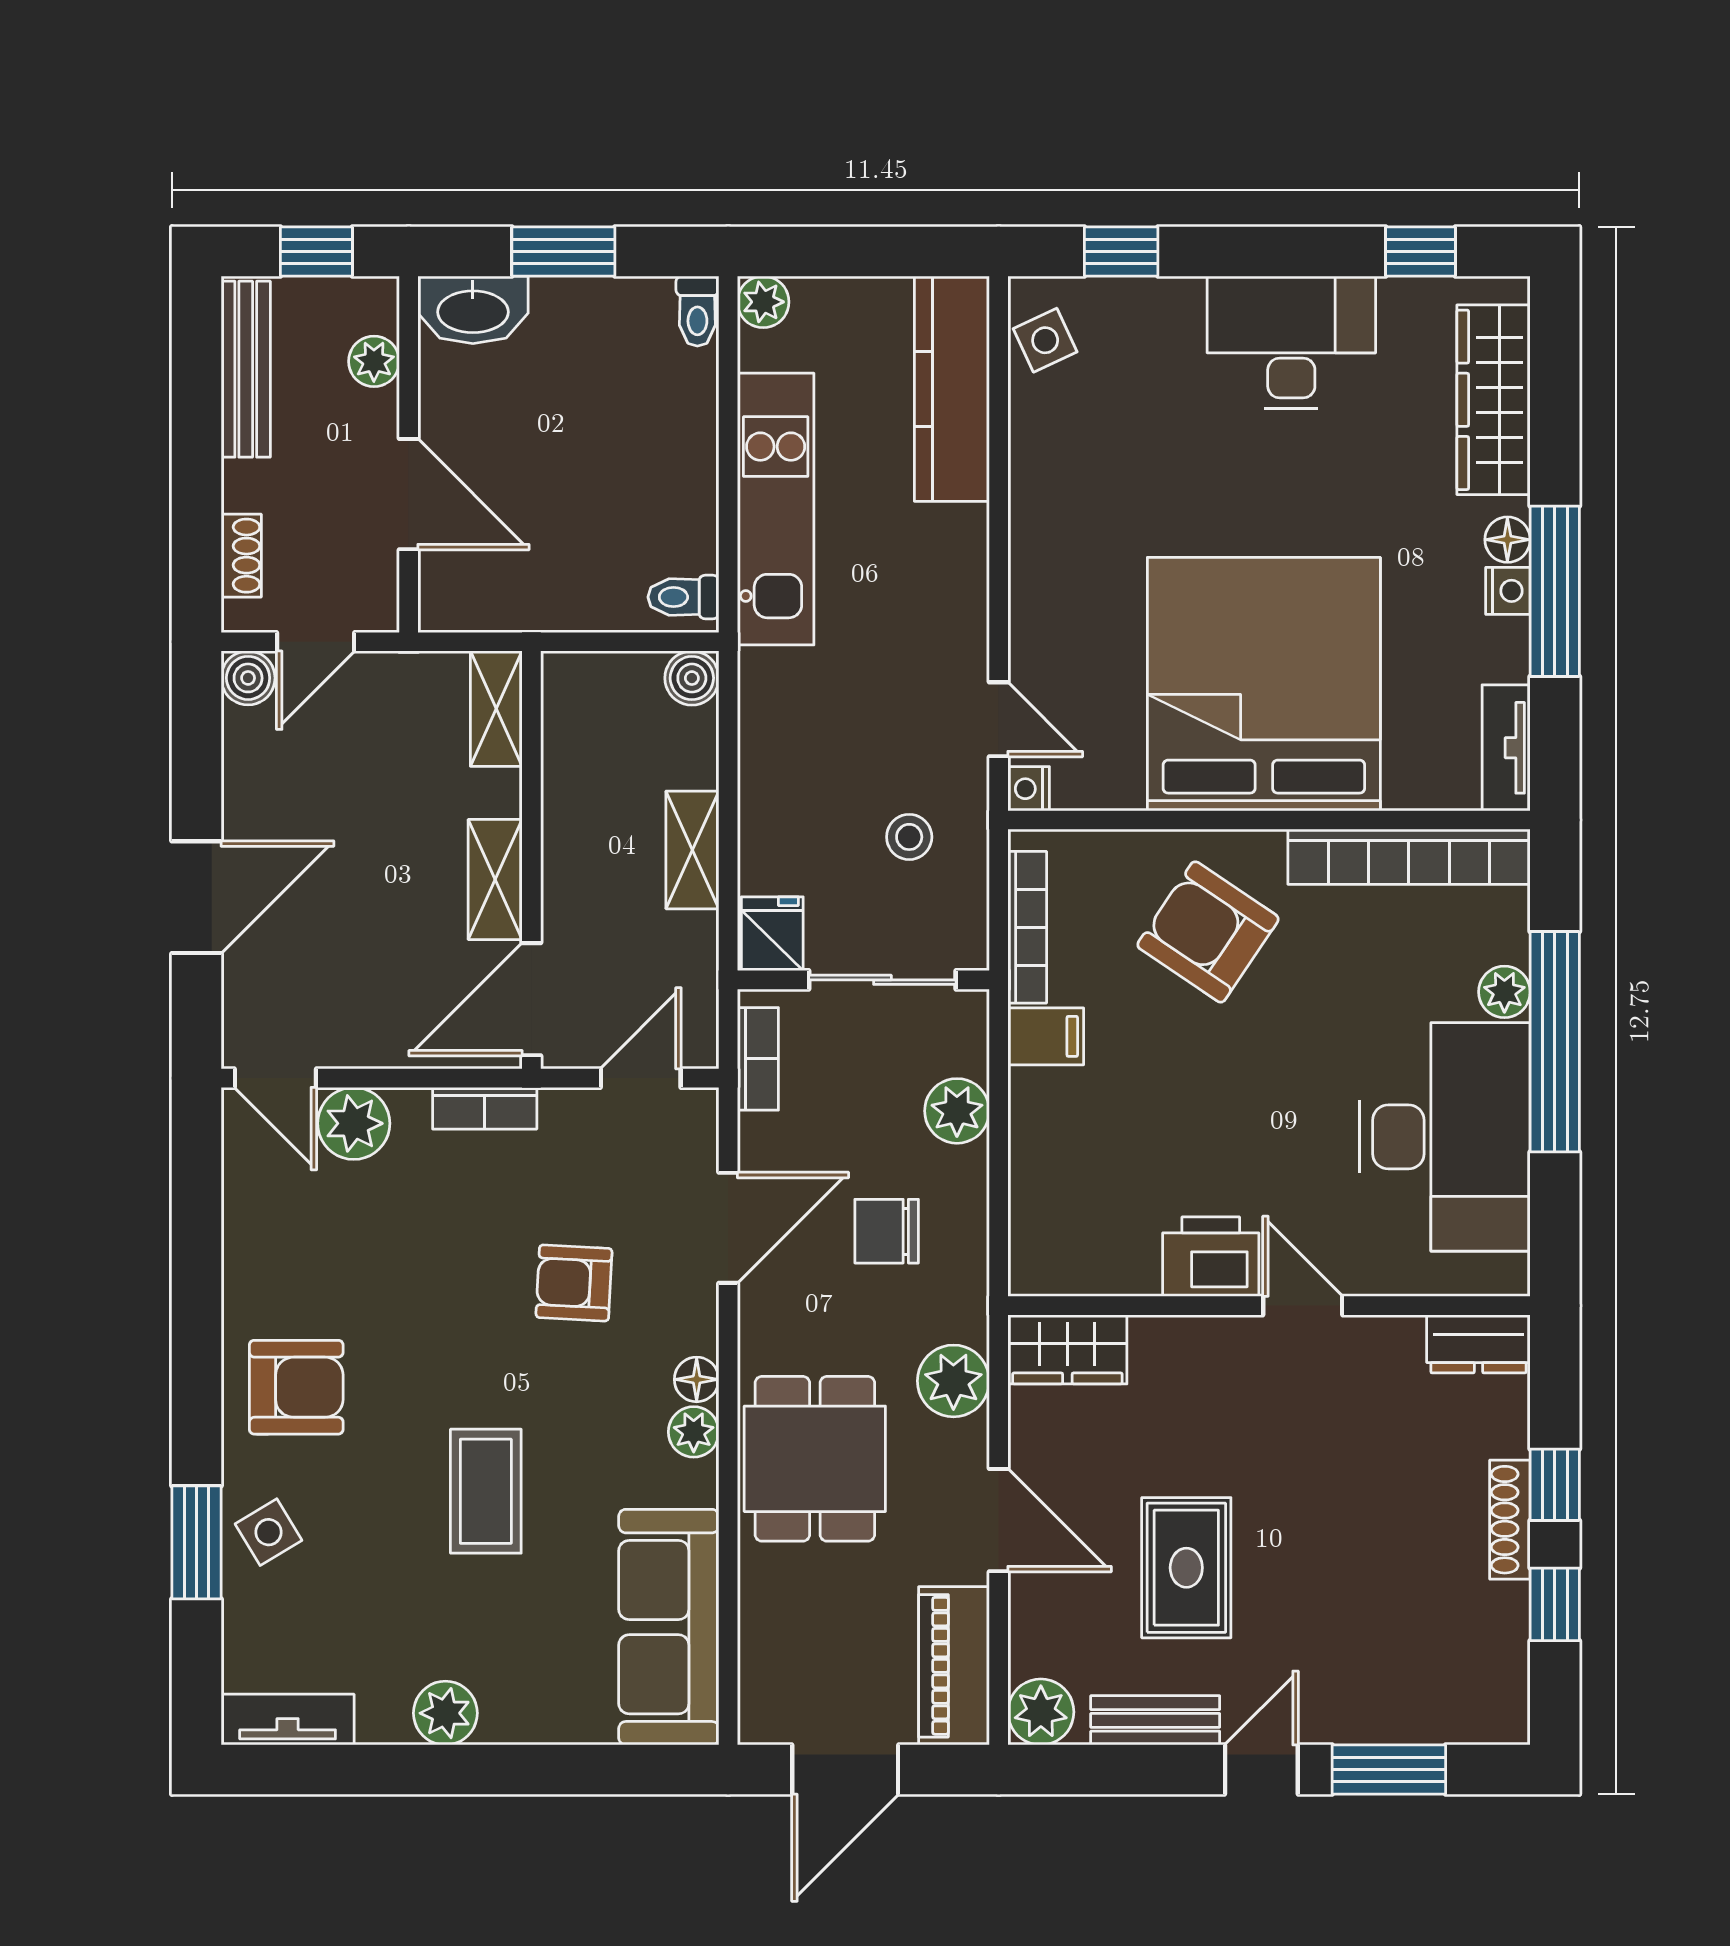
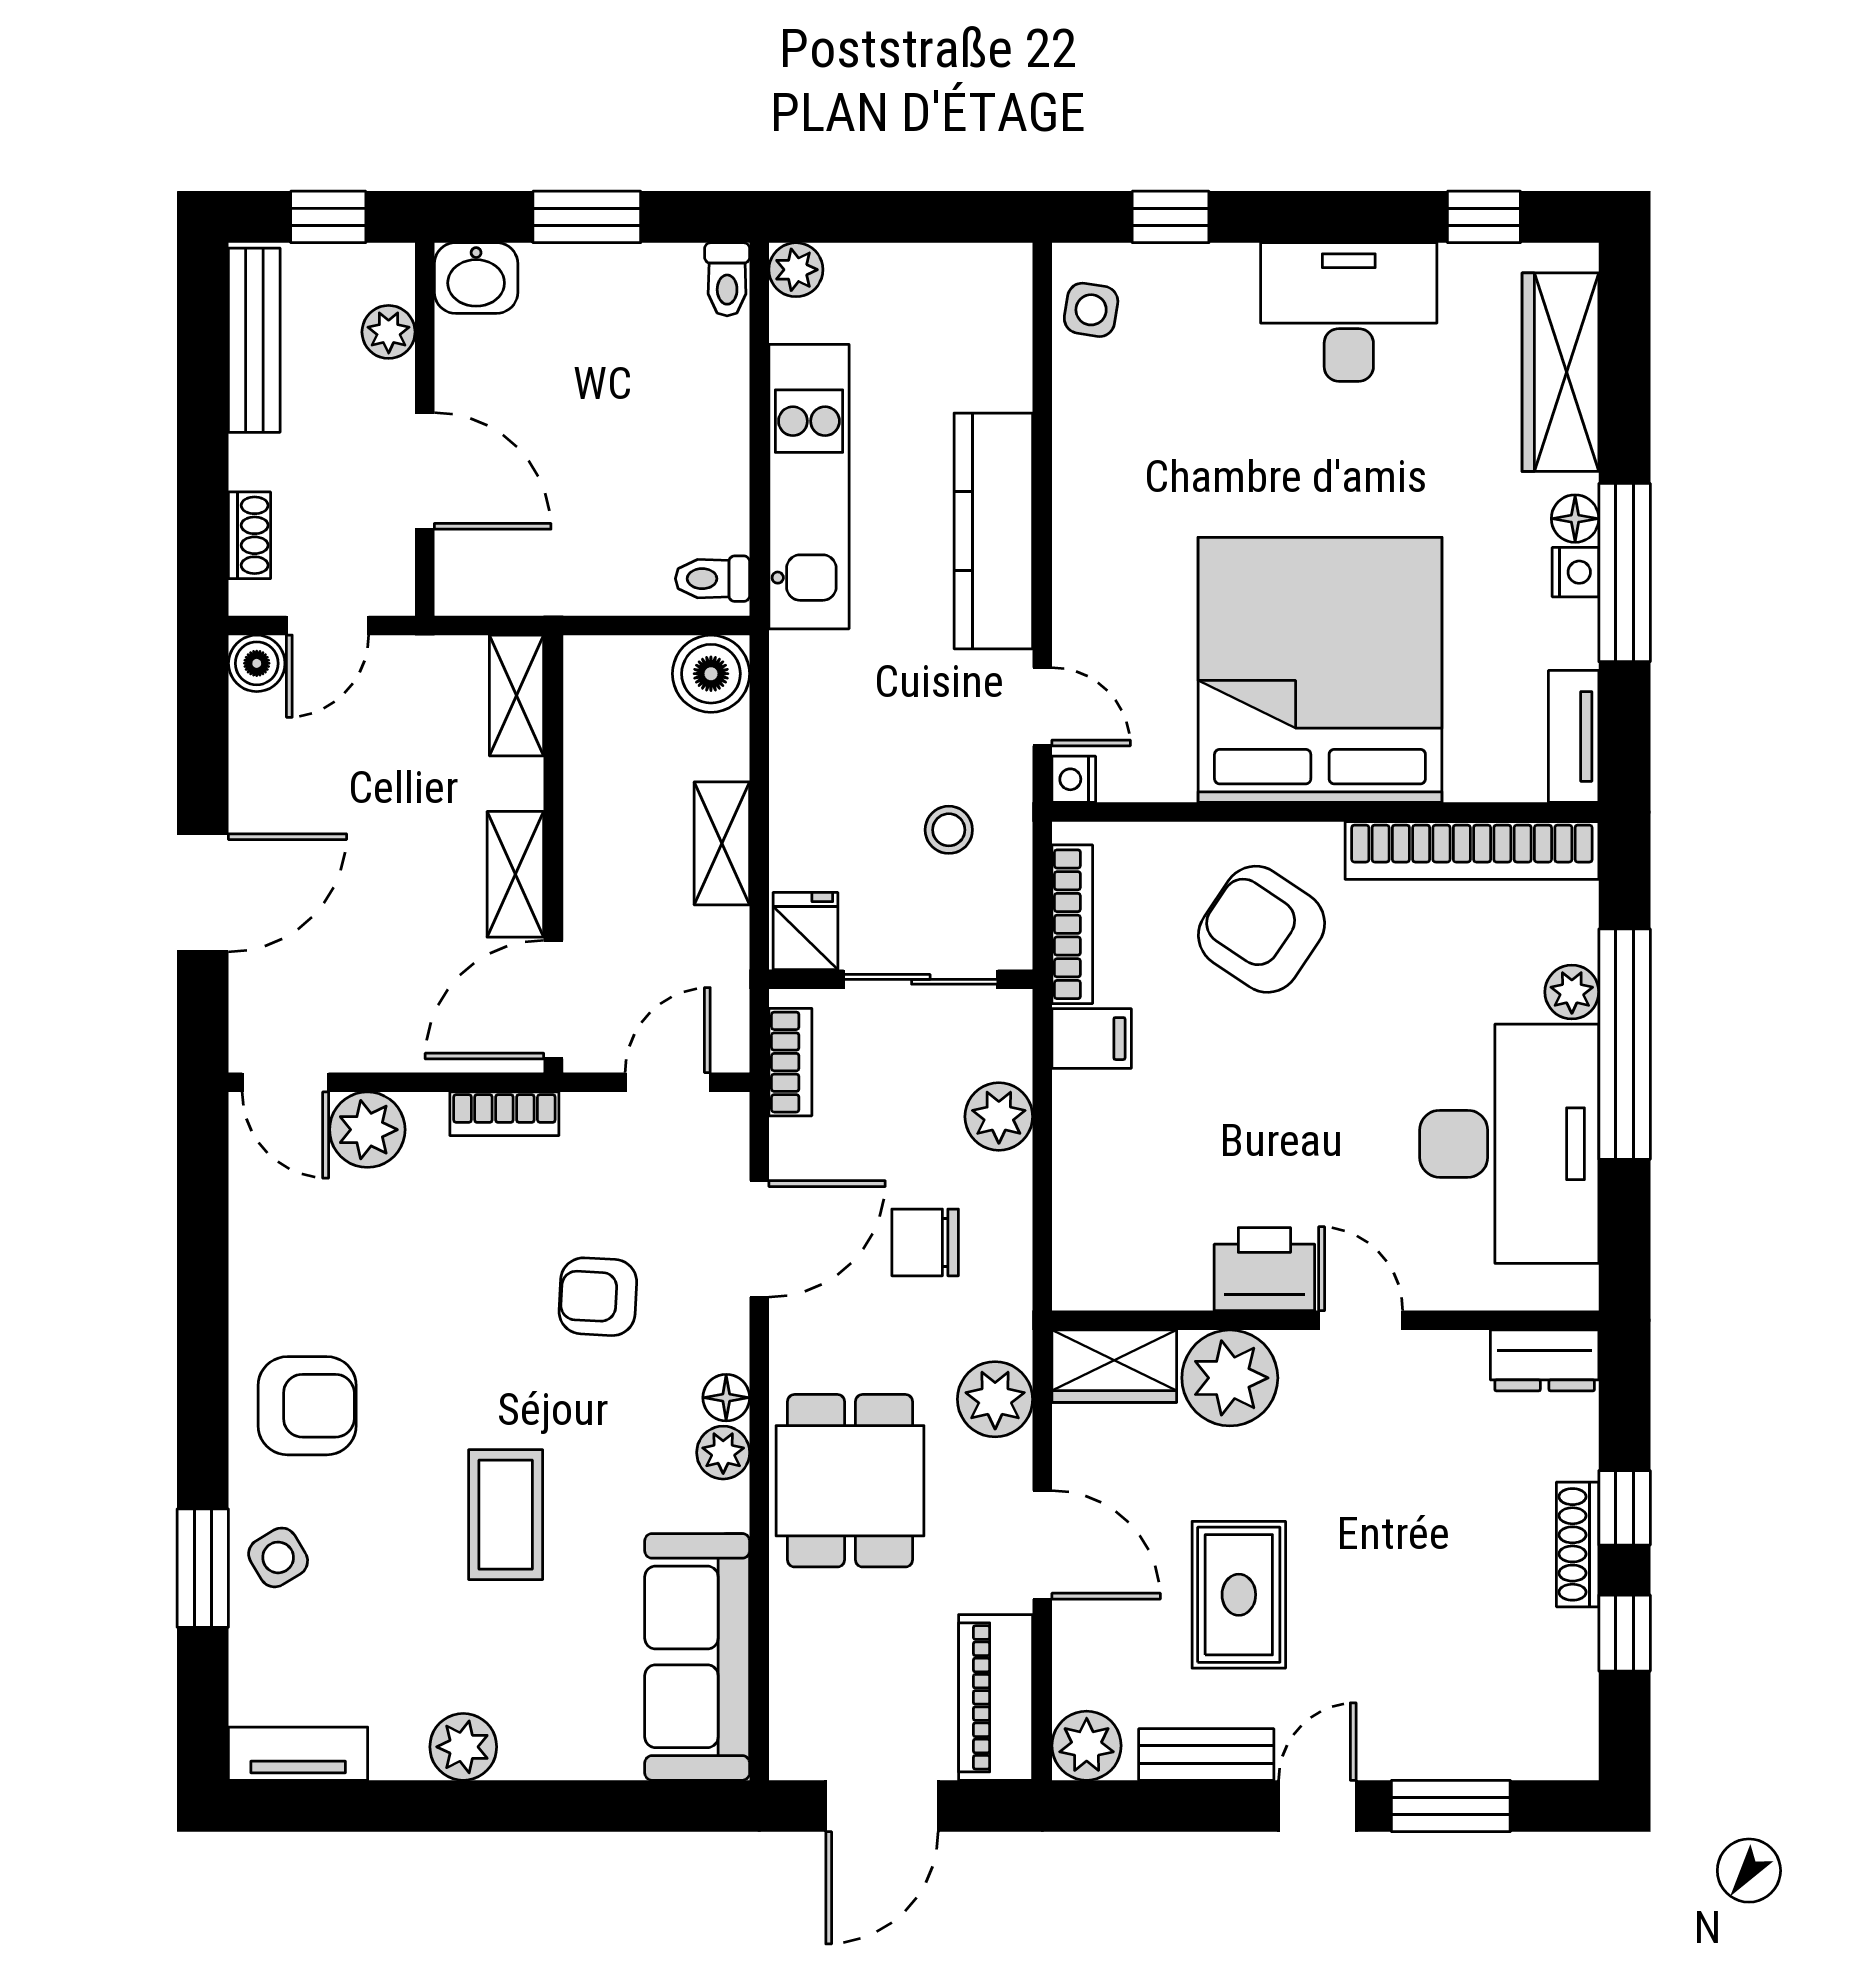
washbasin: (473, 310) -> (476, 278), width x0.72
side table: (1045, 340) -> (1091, 310), turned 34
kitchen counter: (952, 389) -> (993, 531), moved
boiler: (692, 678) -> (711, 674), width x1.36, depth x1.36
plant: (1178, 1361) -> (1230, 1378), added

